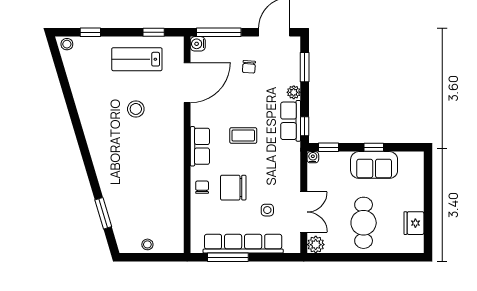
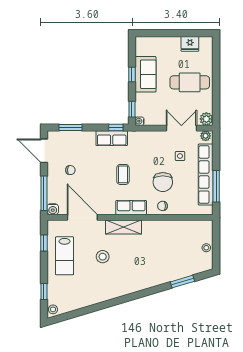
plant: (294, 92) -> (206, 136), moved
shelving: (174, 136) -> (123, 227), added

